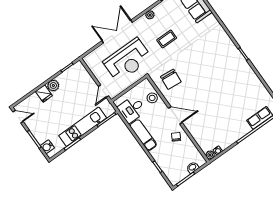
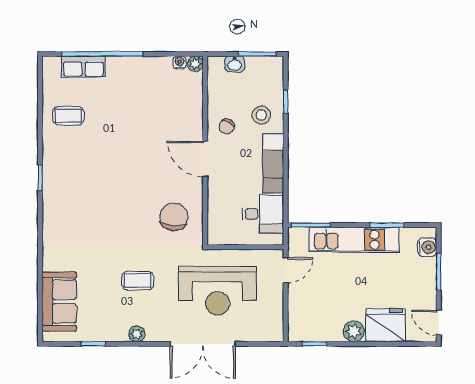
reception desk: (128, 60) -> (218, 291), turned 180
coffee table: (251, 91) -> (68, 116), added
fridge: (44, 94) -> (385, 325), width x1.88, depth x1.34
stool: (152, 98) -> (261, 115), moved

